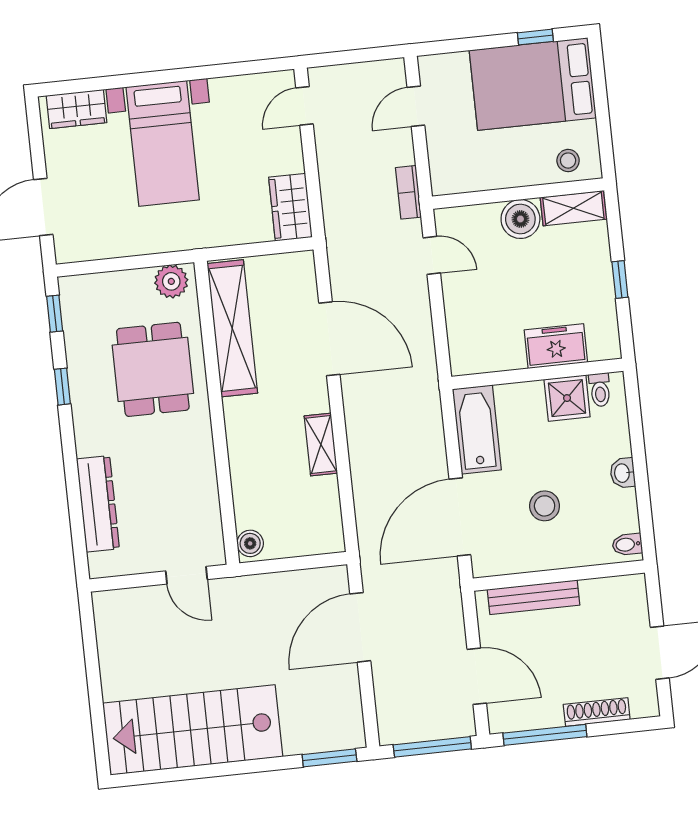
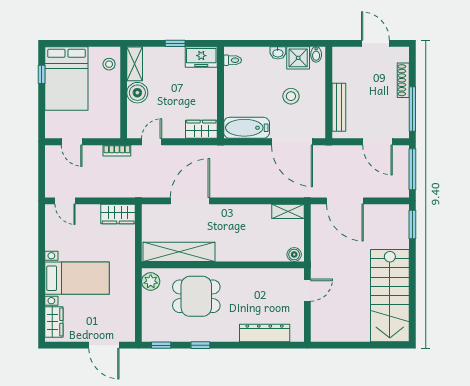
wardrobe: (465, 346) -> (201, 129), added
freezer: (556, 346) -> (201, 57), moved, turned -90
shower: (567, 398) -> (298, 58), moved
shelving: (321, 445) -> (288, 211), moved
door: (477, 676) -> (377, 142), swing flipped

